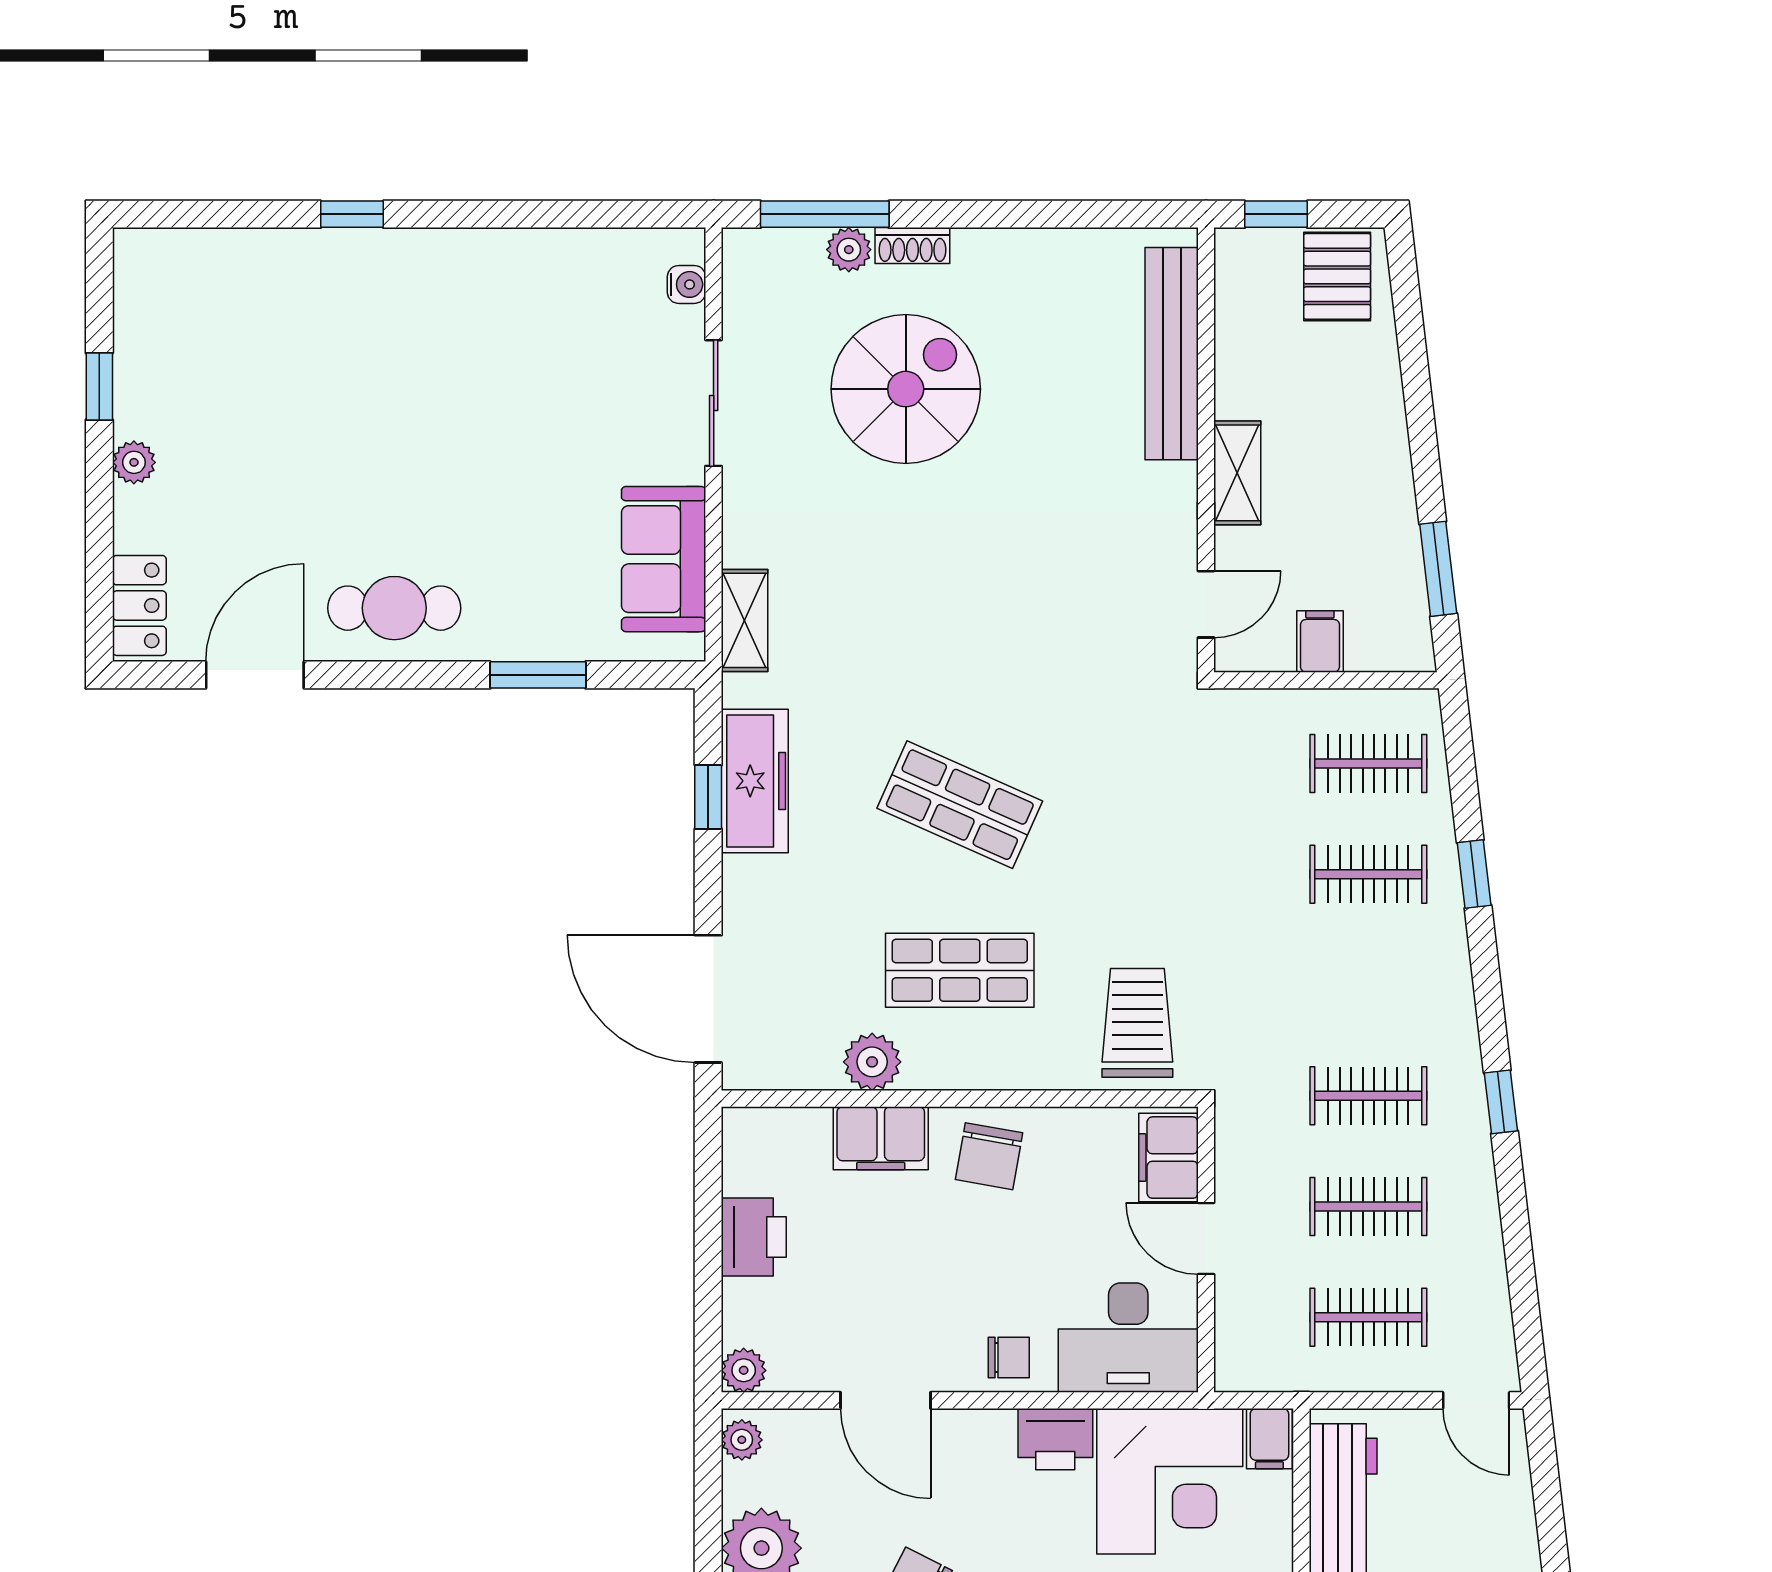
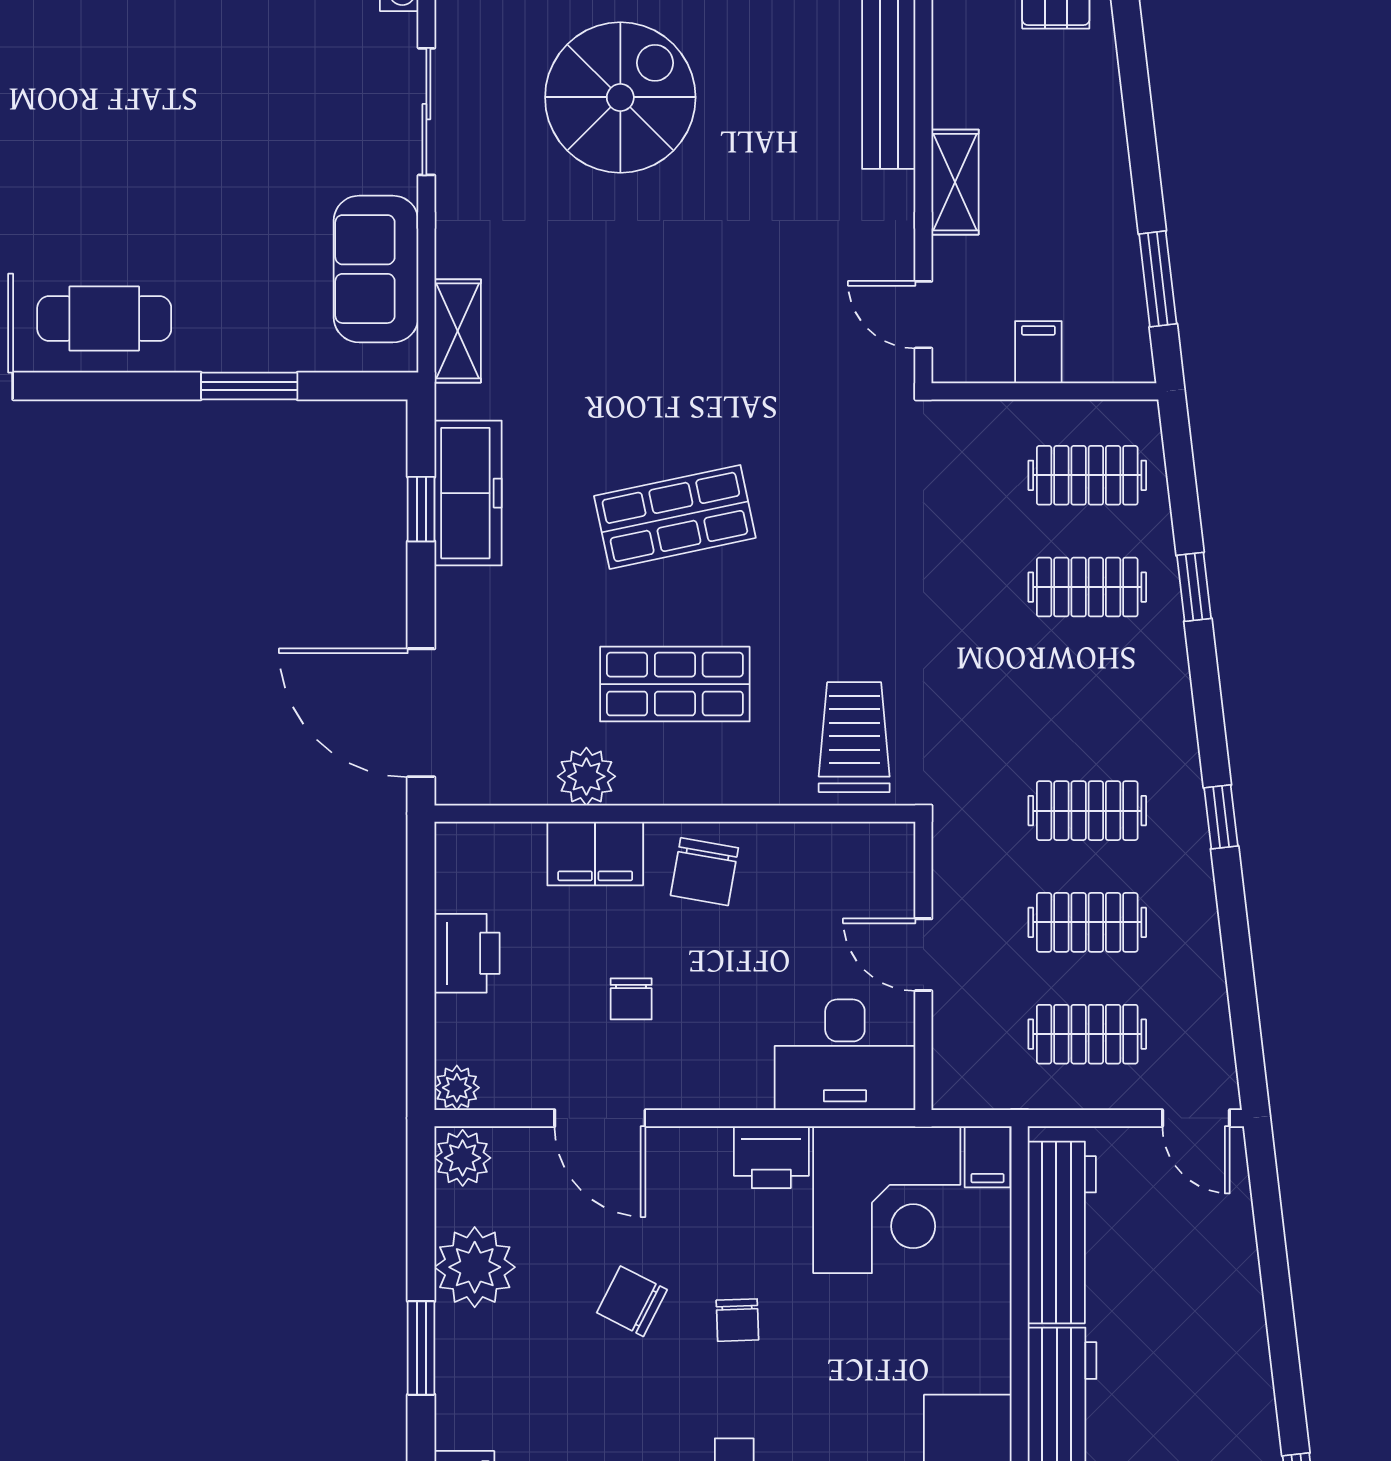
door: (1206, 604) -> (923, 315), swing flipped
shop shelf: (960, 805) -> (675, 517), turned -36
filing cabinet: (1168, 1158) -> (886, 873), removed
chair: (1009, 1358) -> (631, 999), moved, turned 90
plant: (742, 1440) -> (463, 1158), width x1.38, depth x1.38

